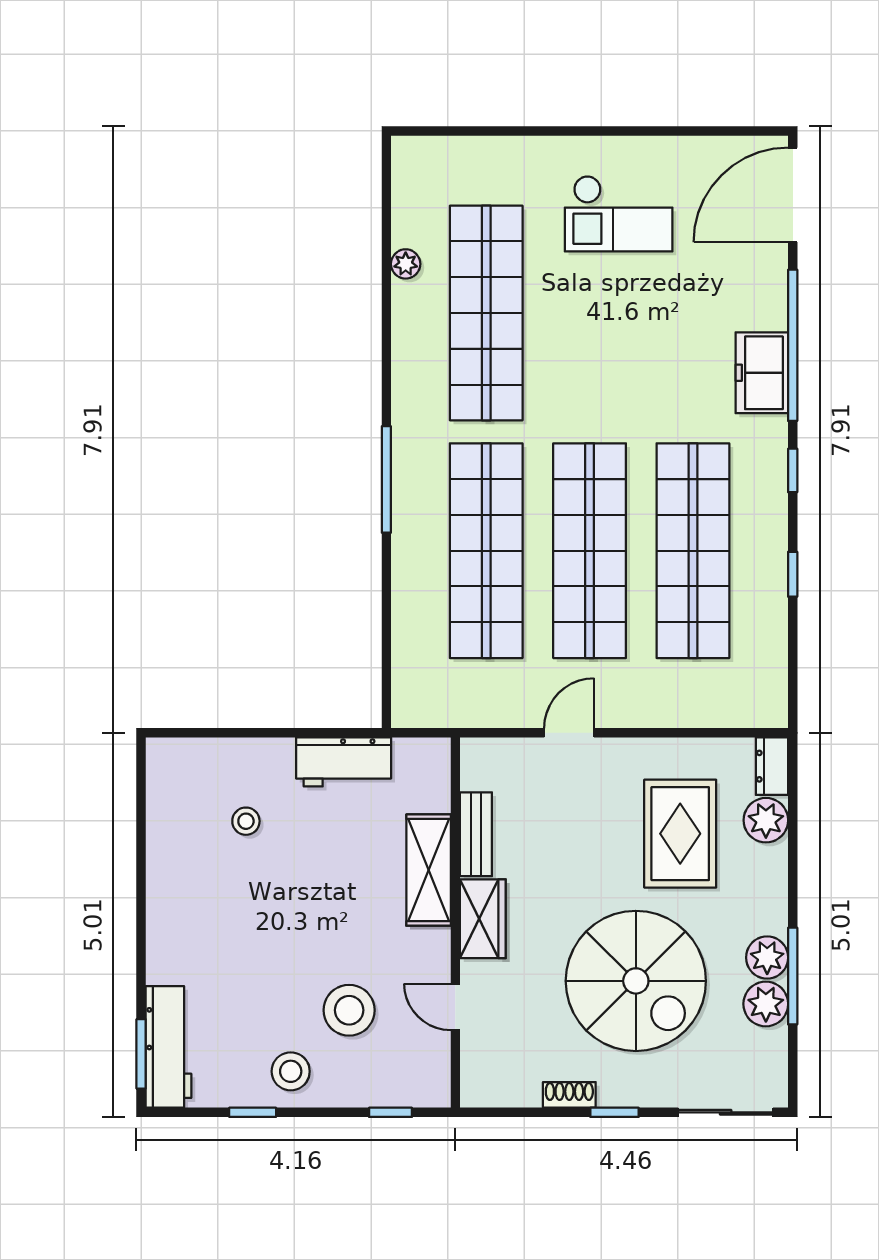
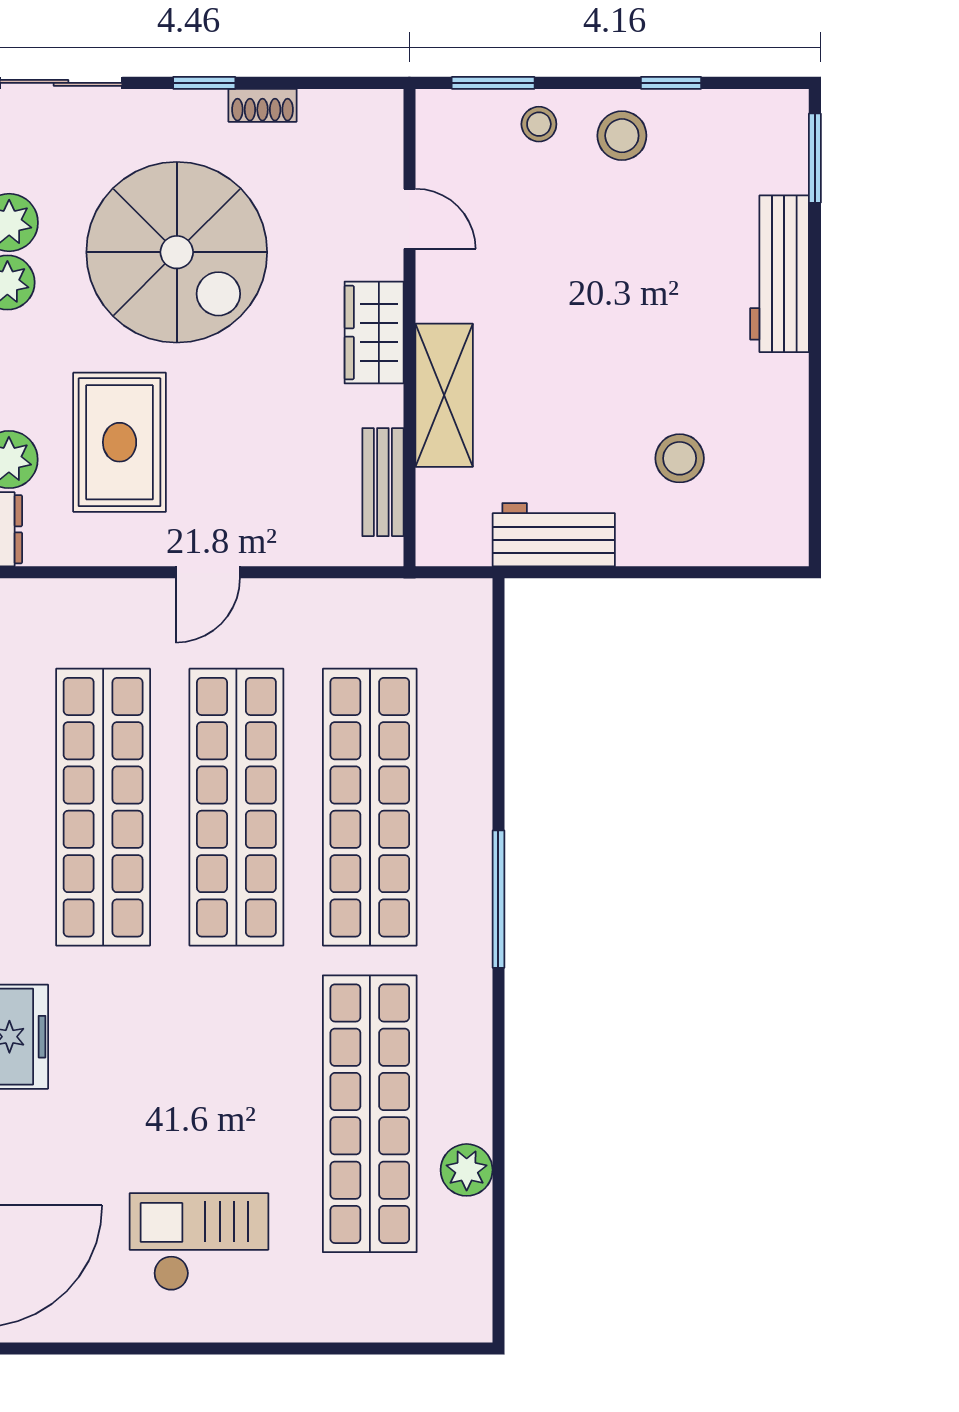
plant: (406, 264) -> (467, 1170), width x1.38, depth x1.38
door: (569, 733) -> (208, 572), moved
stool: (246, 821) -> (680, 458), width x1.37, depth x1.37
bench: (476, 834) -> (383, 482), moved
spiral stairs: (636, 981) -> (177, 252), turned 180
stool: (349, 1010) -> (539, 124), moved, width x0.53, depth x0.53
workbench: (168, 1047) -> (780, 274), moved
window: (391, 1112) -> (493, 83), width x1.50

